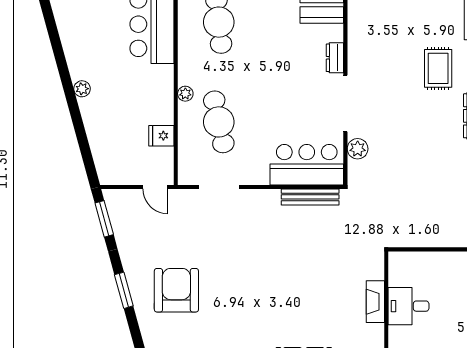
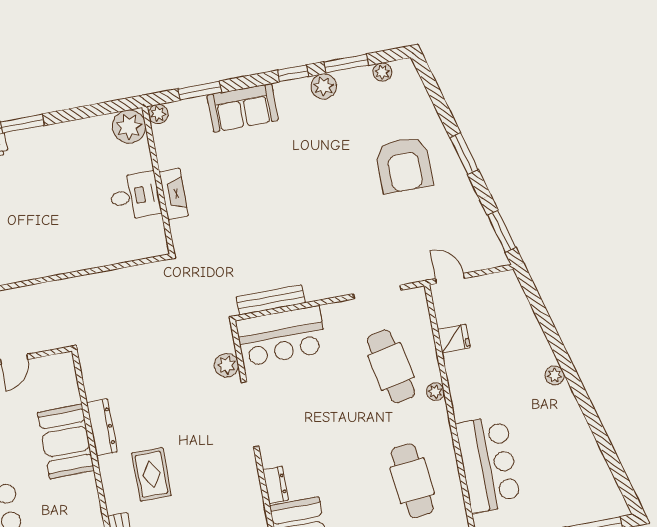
dresser: (335, 58) -> (276, 485), moved

